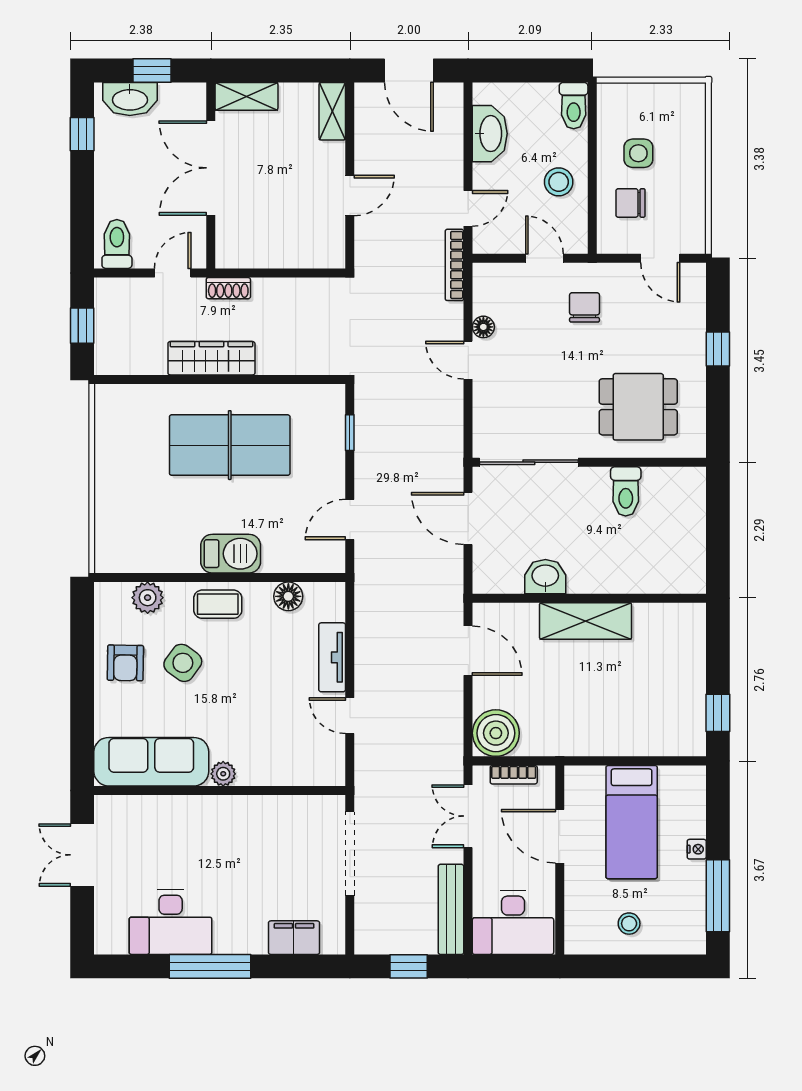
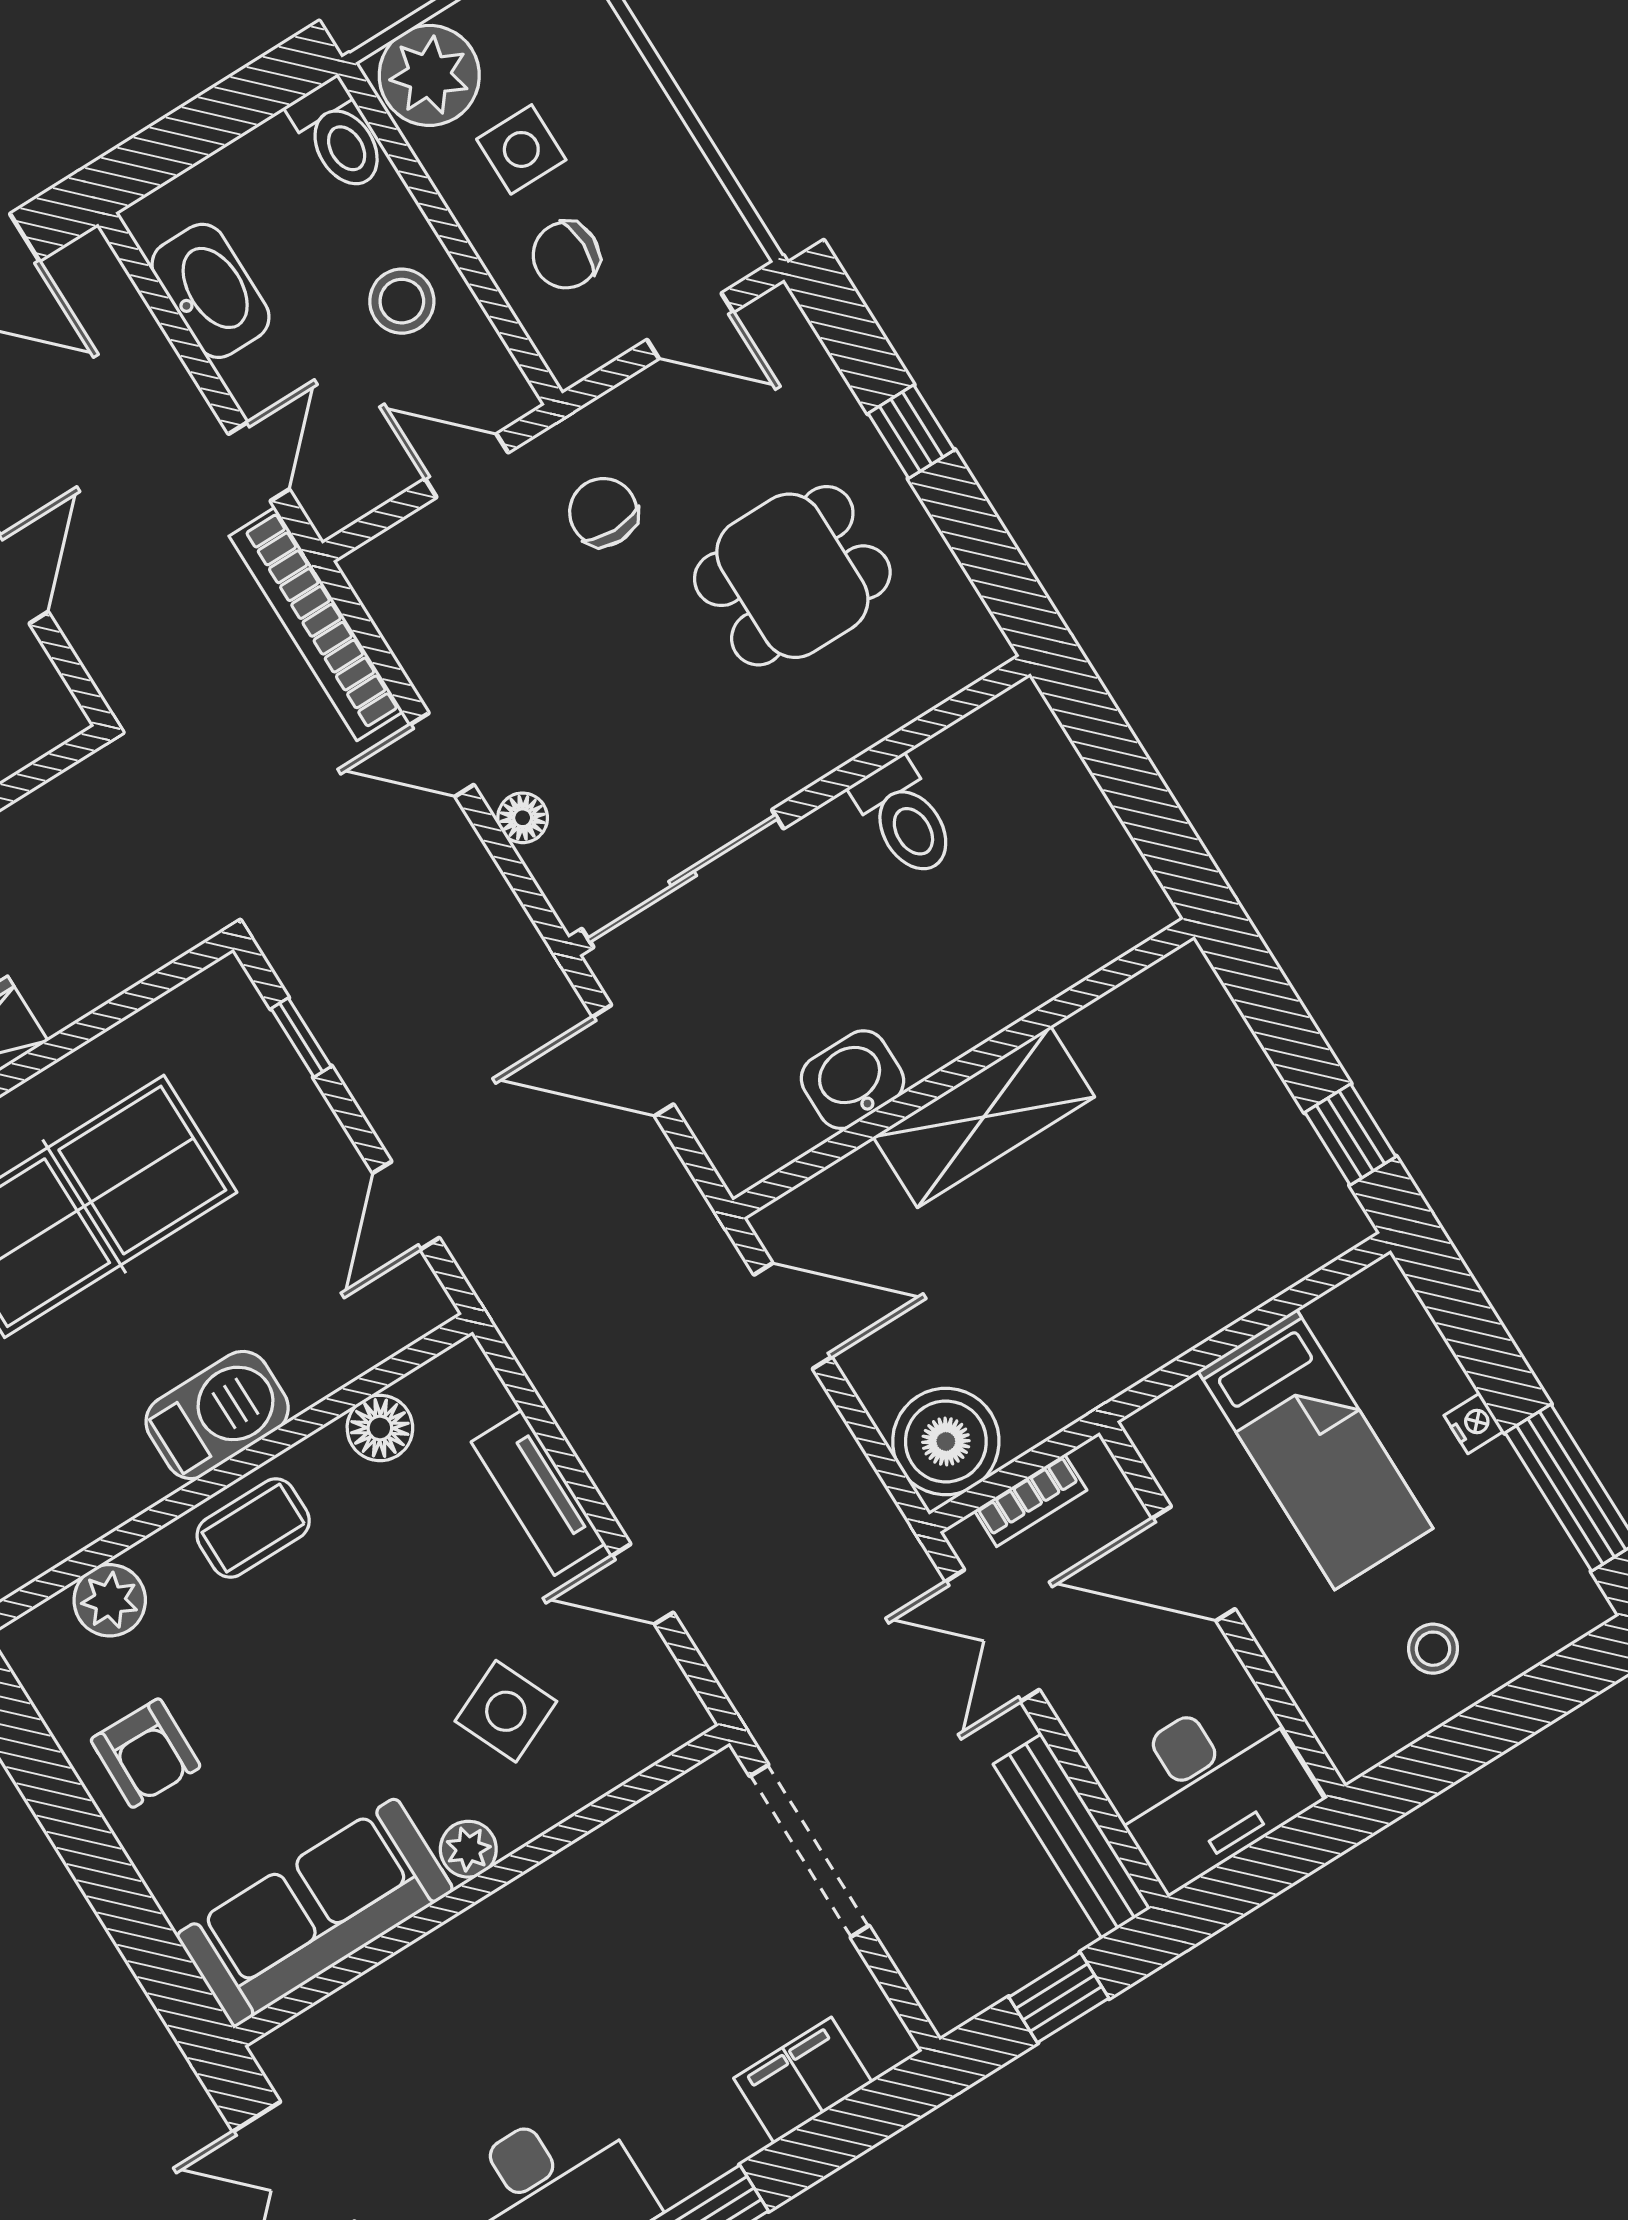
plant: (621, 104) -> (429, 75), added
bookcase: (454, 265) -> (316, 624), width x1.48, depth x1.31
floor lamp: (483, 327) -> (523, 818), moved
dining table: (638, 407) -> (792, 576), moved
side table: (183, 663) -> (506, 1711), moved, turned 30

